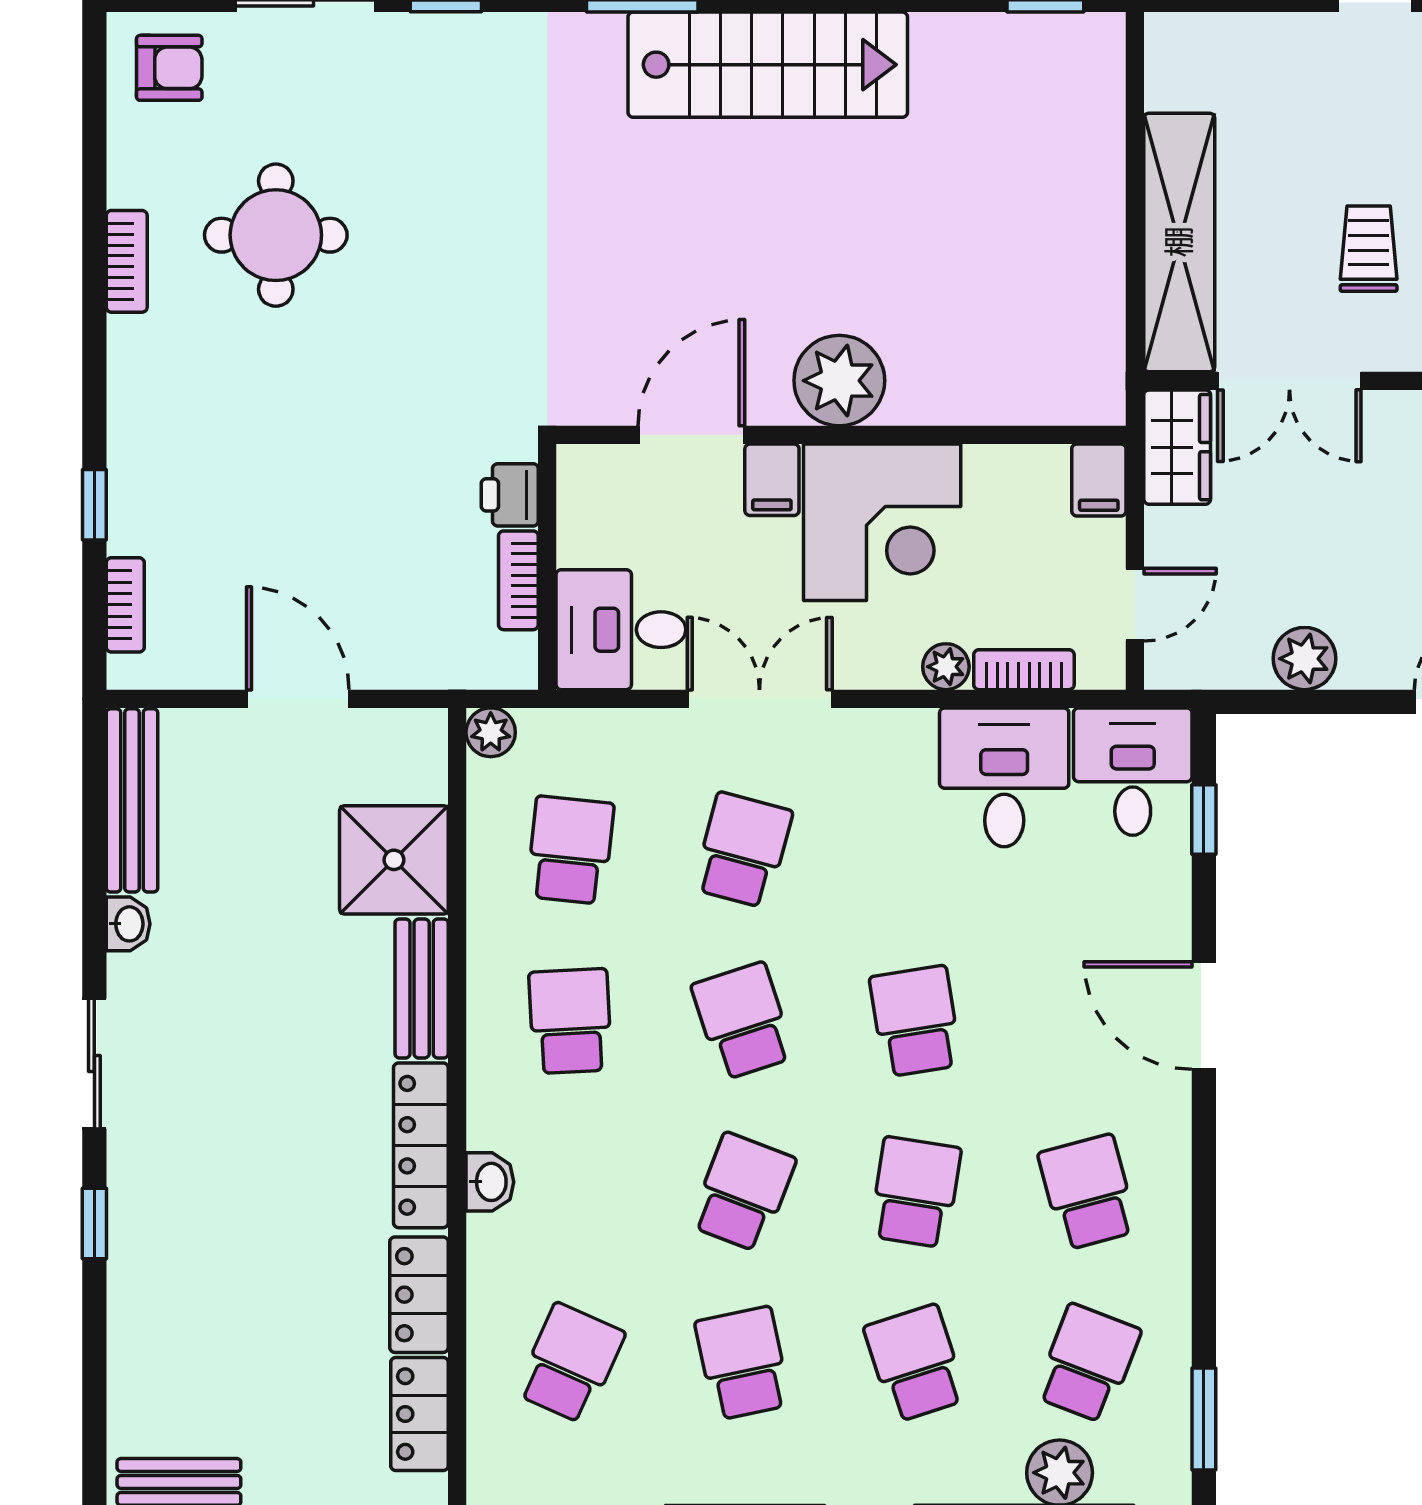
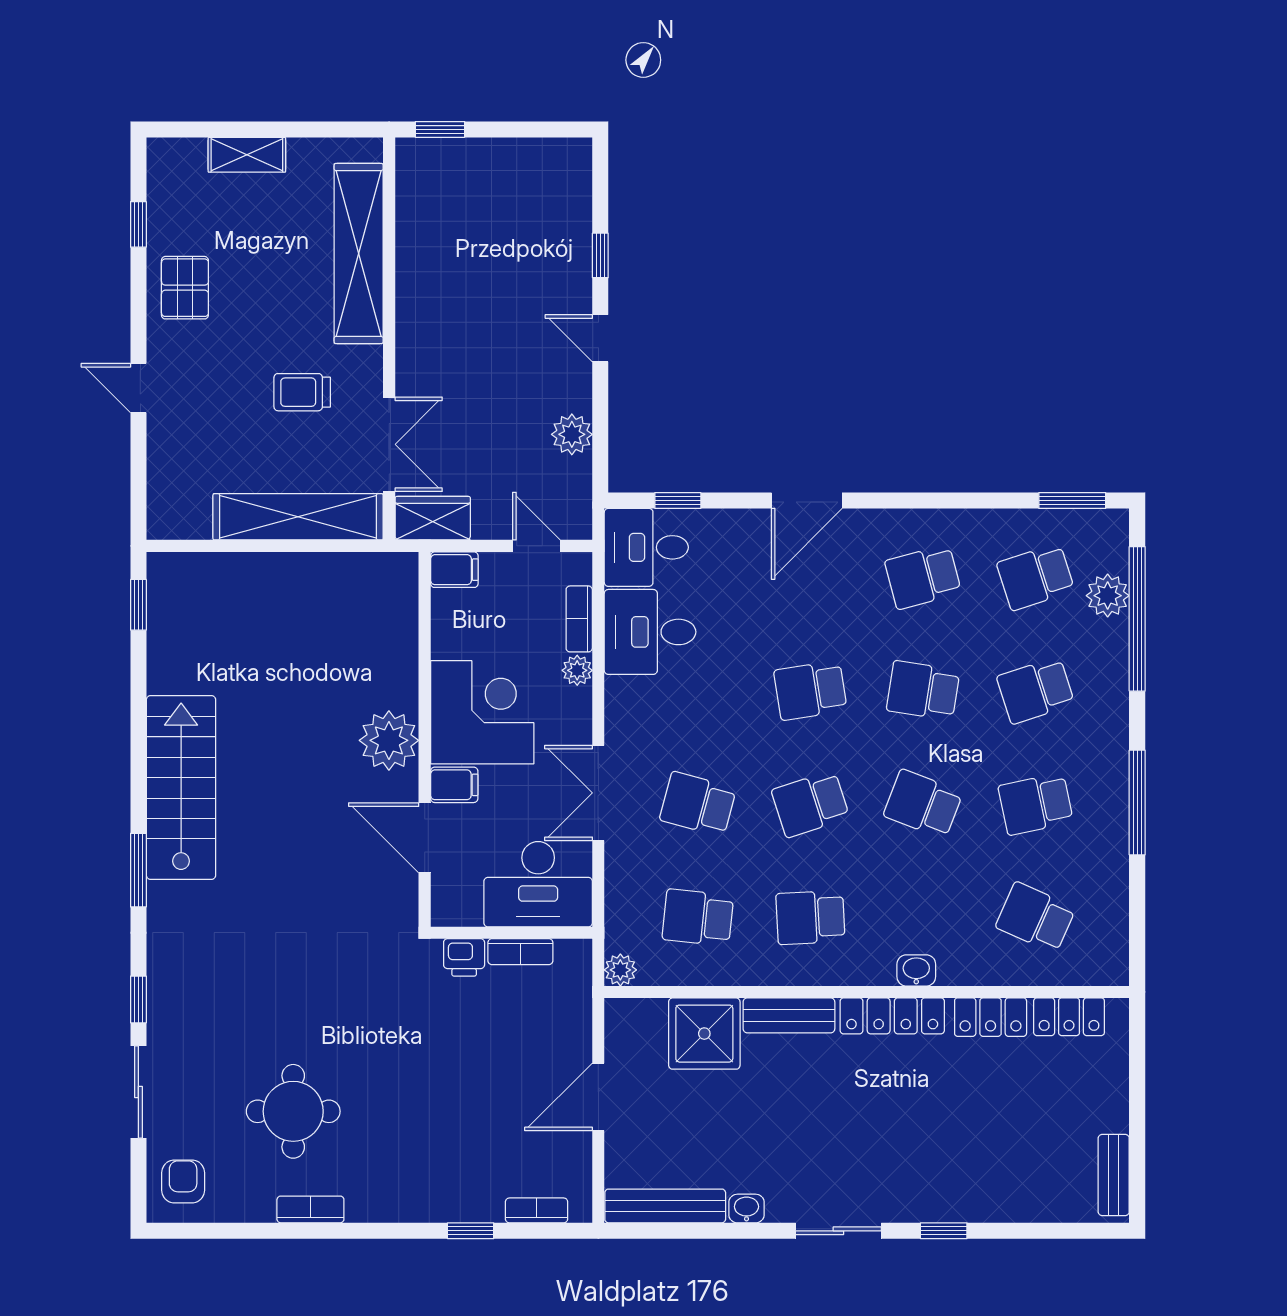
desk: (621, 630) -> (538, 884), width x1.37
school desk: (1088, 1363) -> (1036, 577), turned -39

